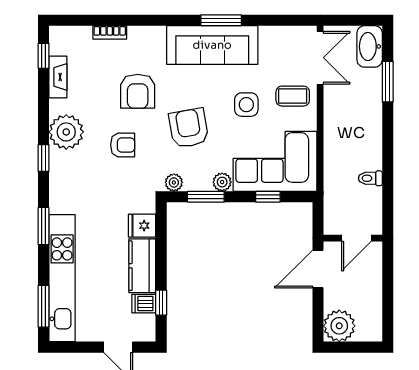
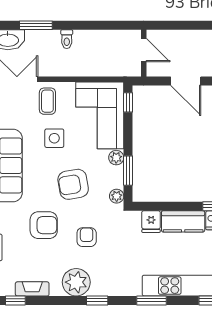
toilet: (370, 178) -> (67, 39), moved
window: (268, 197) -> (128, 102), moved
wall: (353, 238) -> (144, 53), moved
door: (356, 238) -> (144, 50), moved

